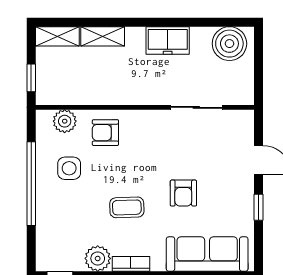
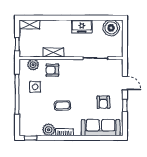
shelving: (103, 36) -> (53, 52), moved
armchair: (183, 193) -> (103, 102), moved

